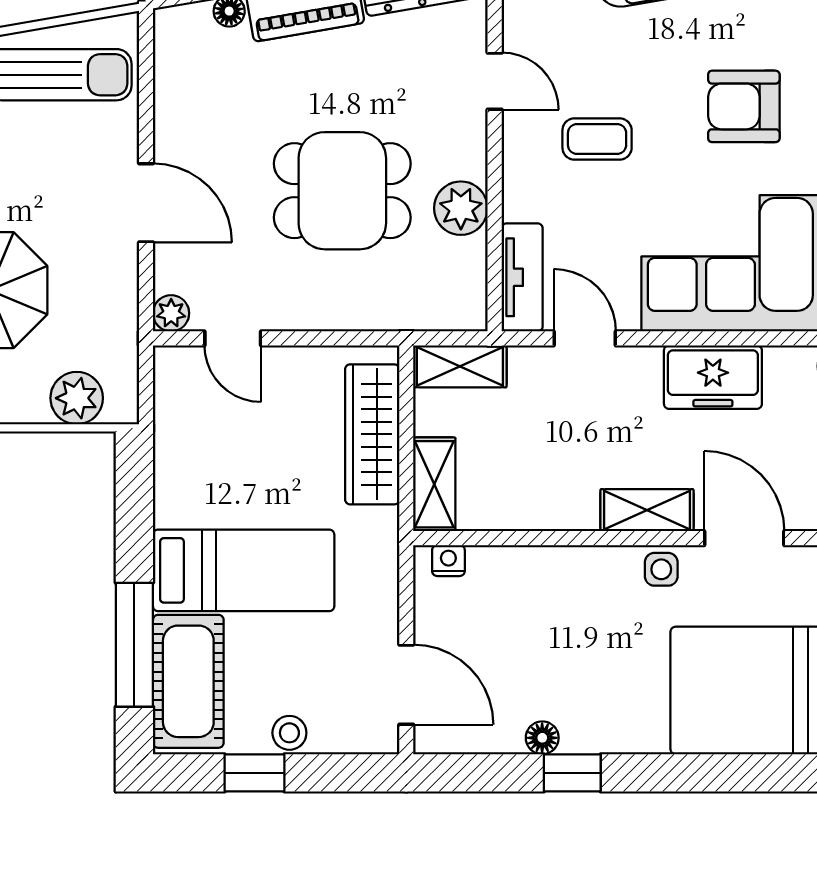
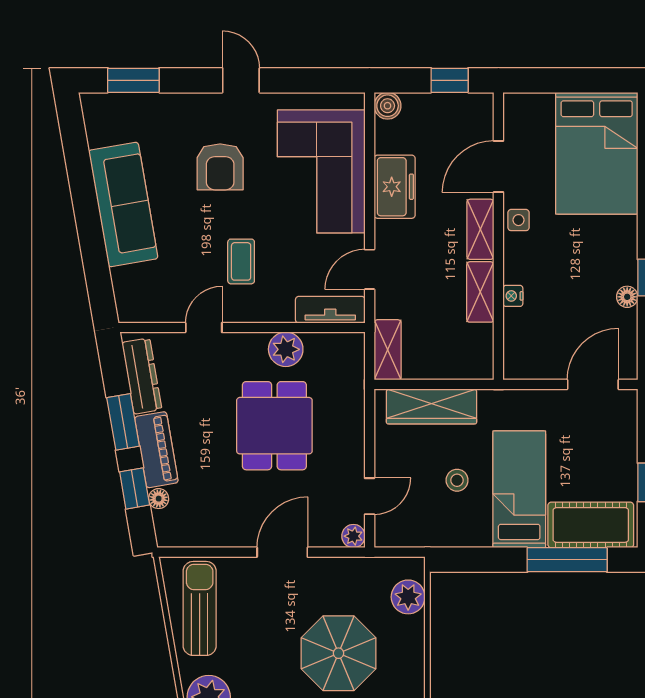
shelving: (434, 484) -> (480, 292), moved, turned 90
nightstand: (448, 561) -> (513, 296), moved
stool: (289, 733) -> (457, 480), moved

